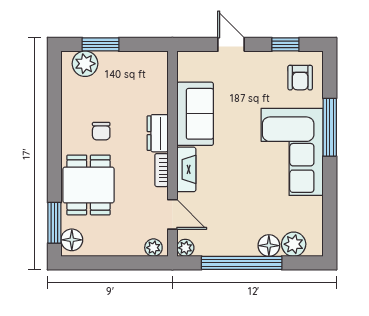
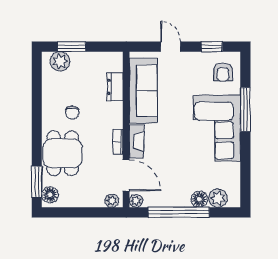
sofa: (195, 114) -> (143, 91), width x1.36
dresser: (158, 133) -> (115, 87), moved
door: (172, 214) -> (126, 176), width x1.38

